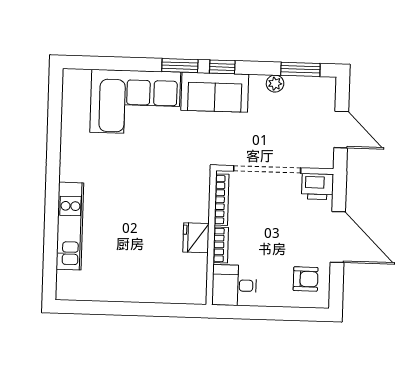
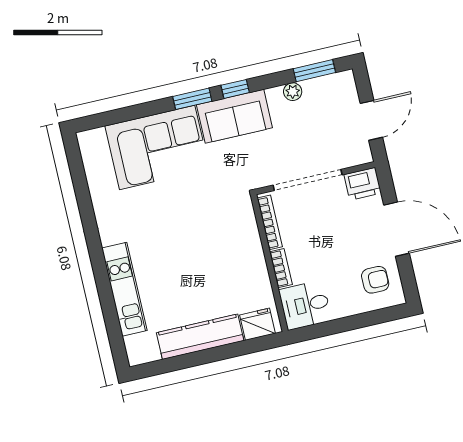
door: (341, 130) -> (371, 120), hinge flipped
fridge: (196, 238) -> (257, 324), moved, turned 90
kitchen counter: (129, 289) -> (200, 337), added

